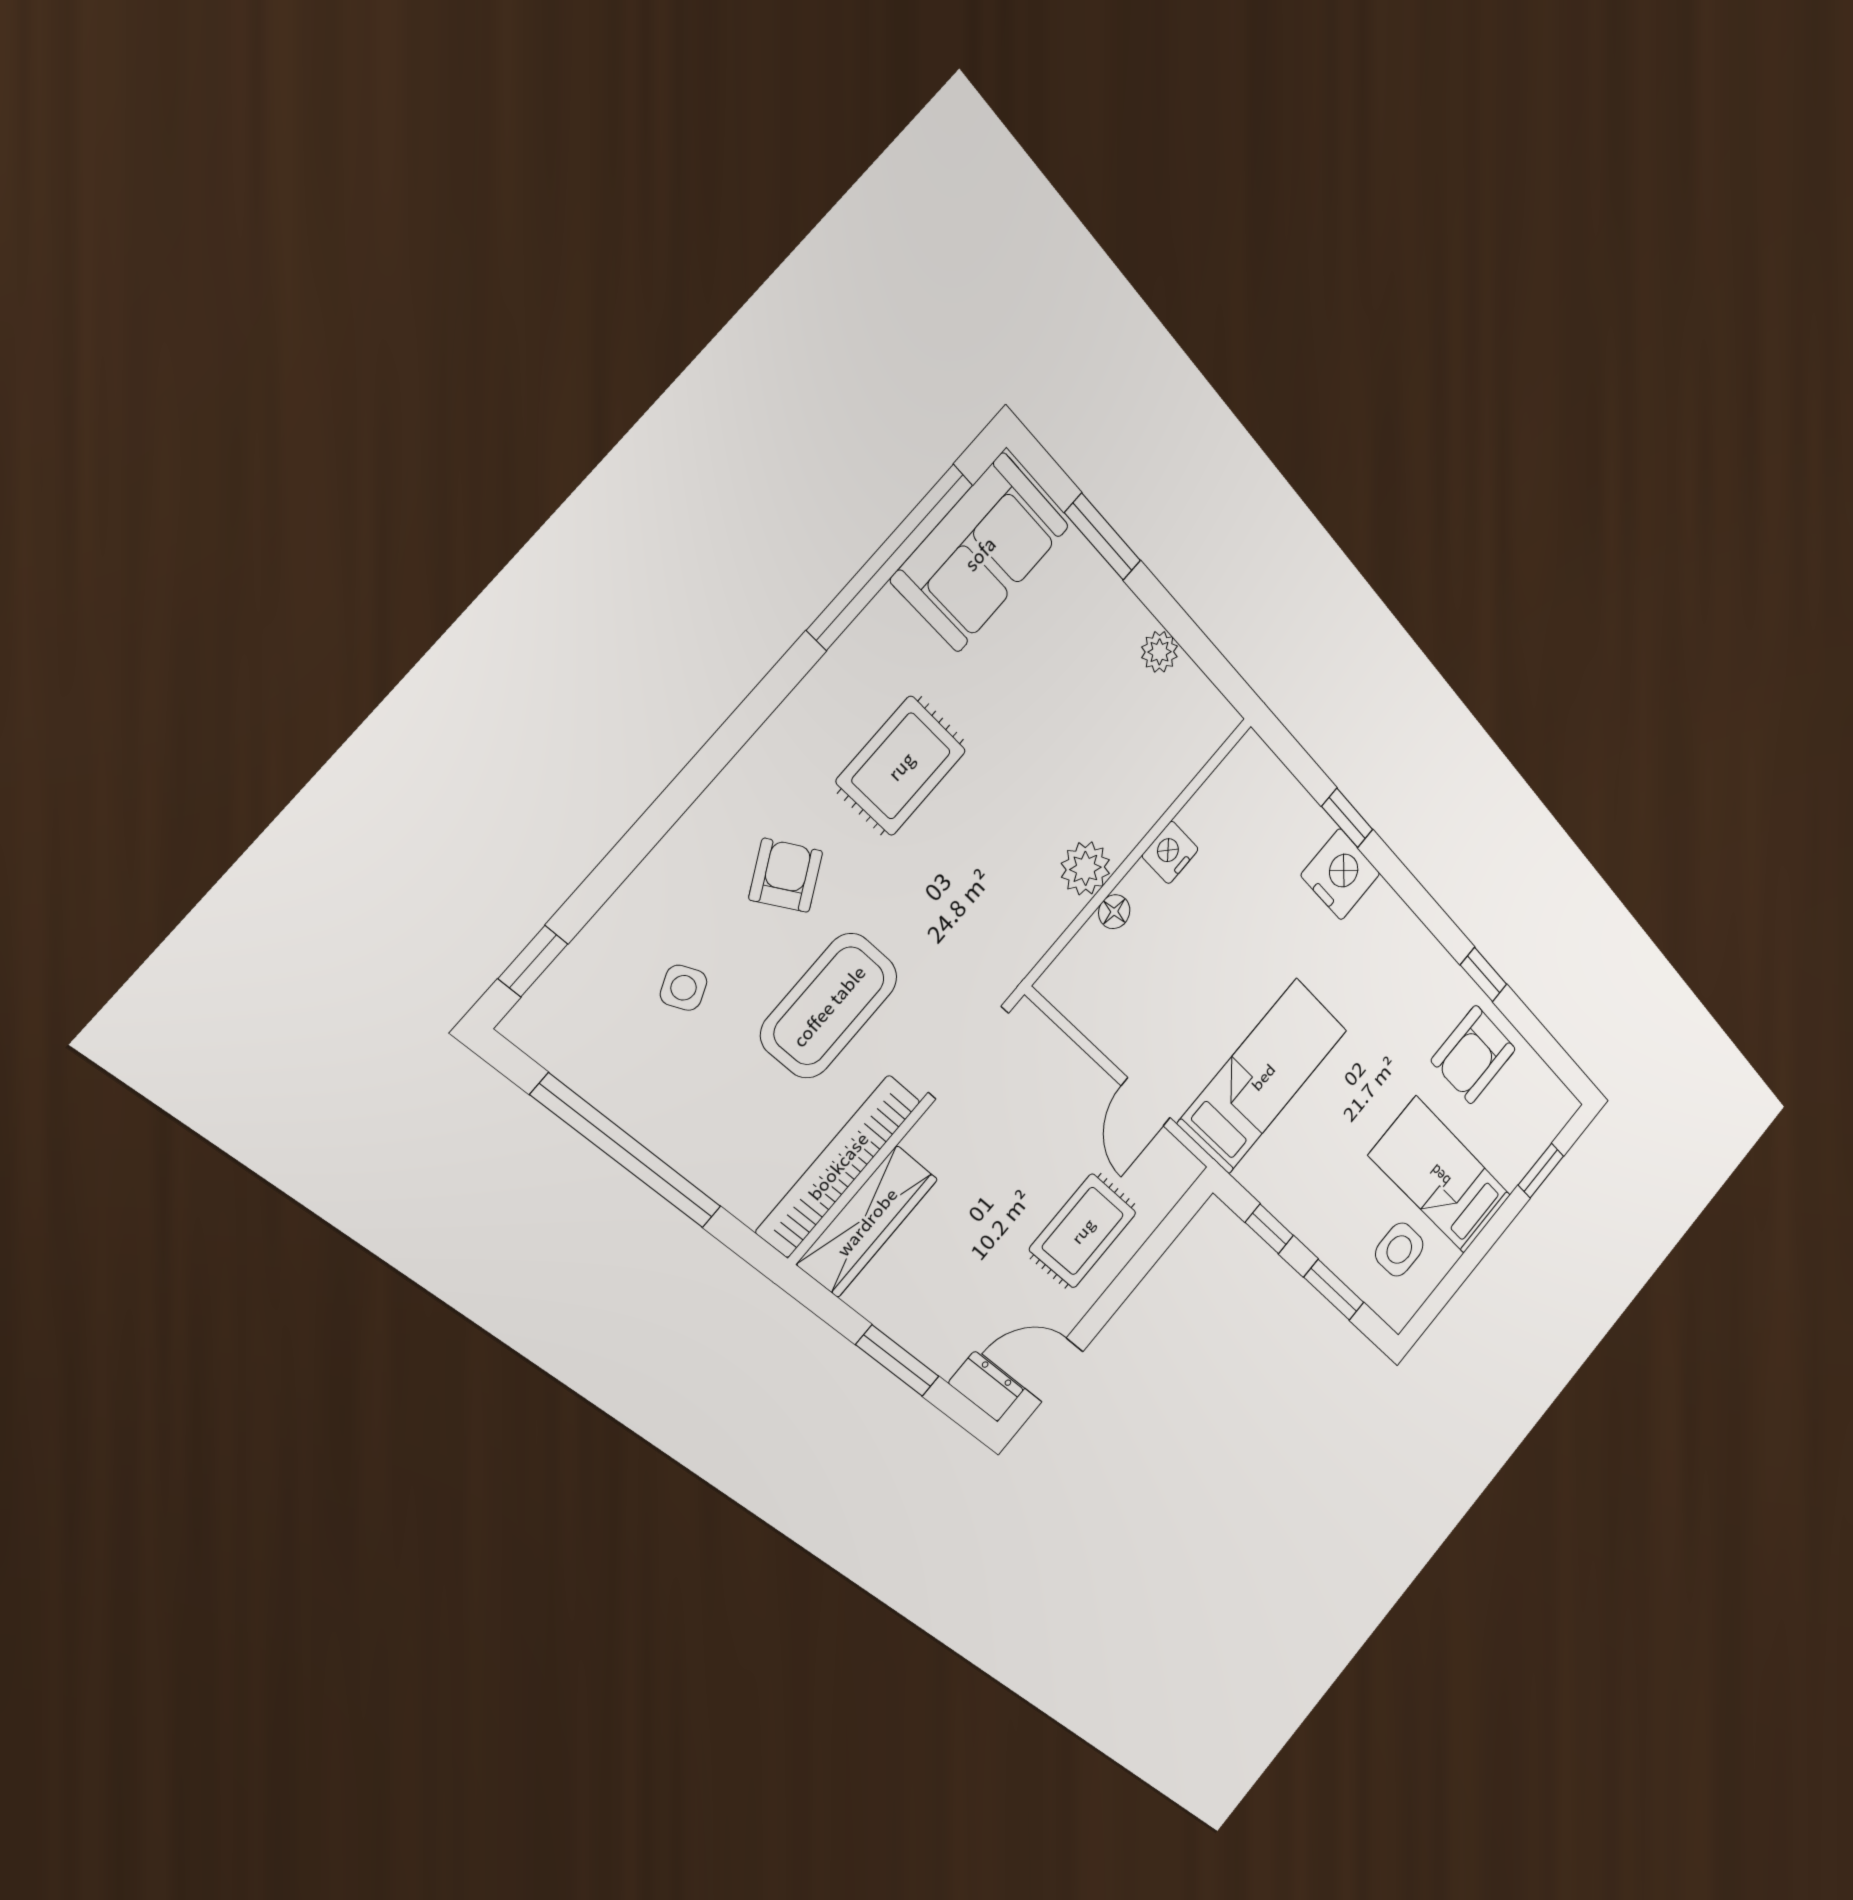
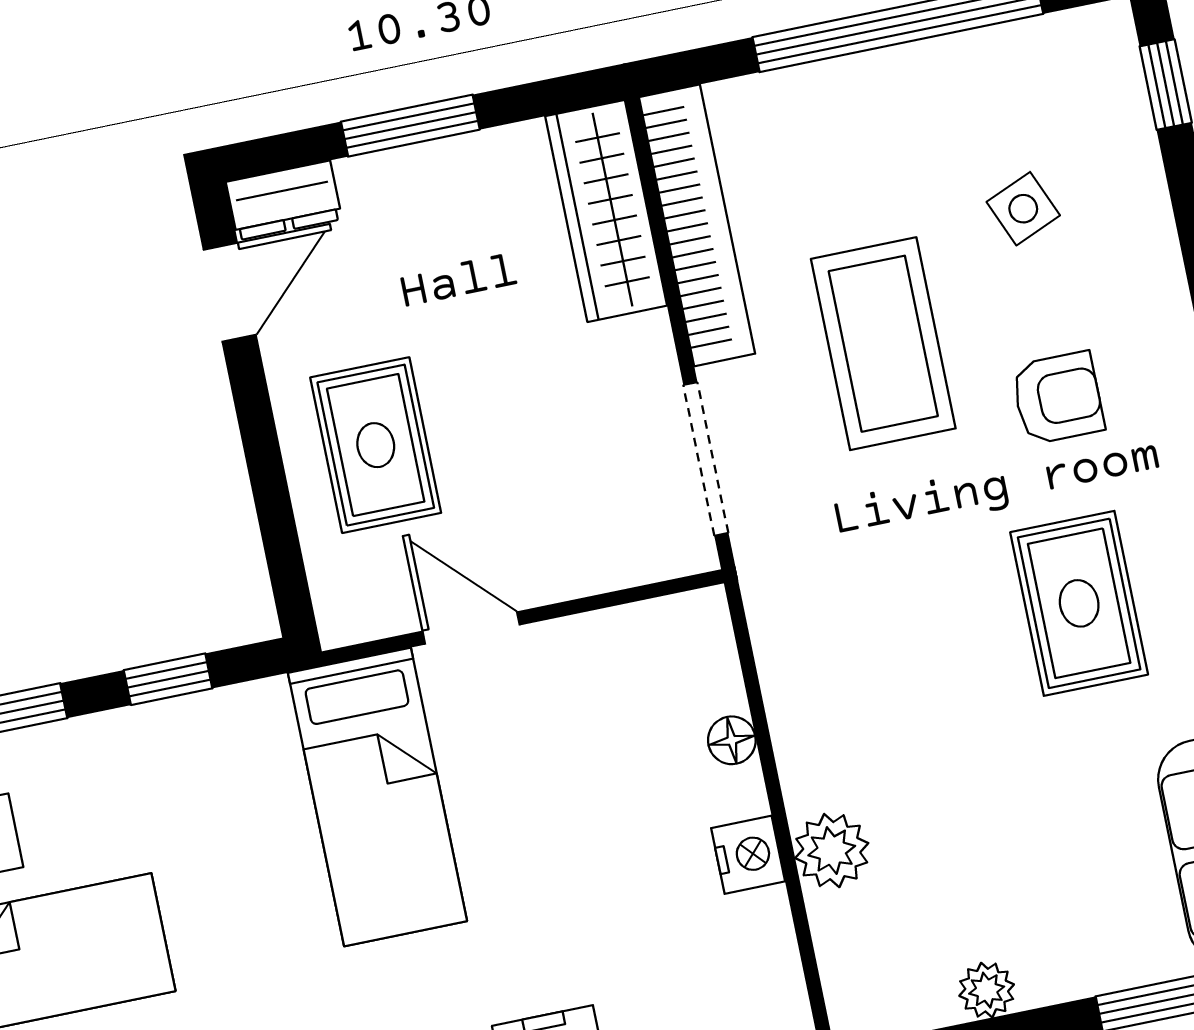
plant: (1085, 868) -> (832, 851), moved
armchair: (786, 875) -> (1058, 398), turned -61

